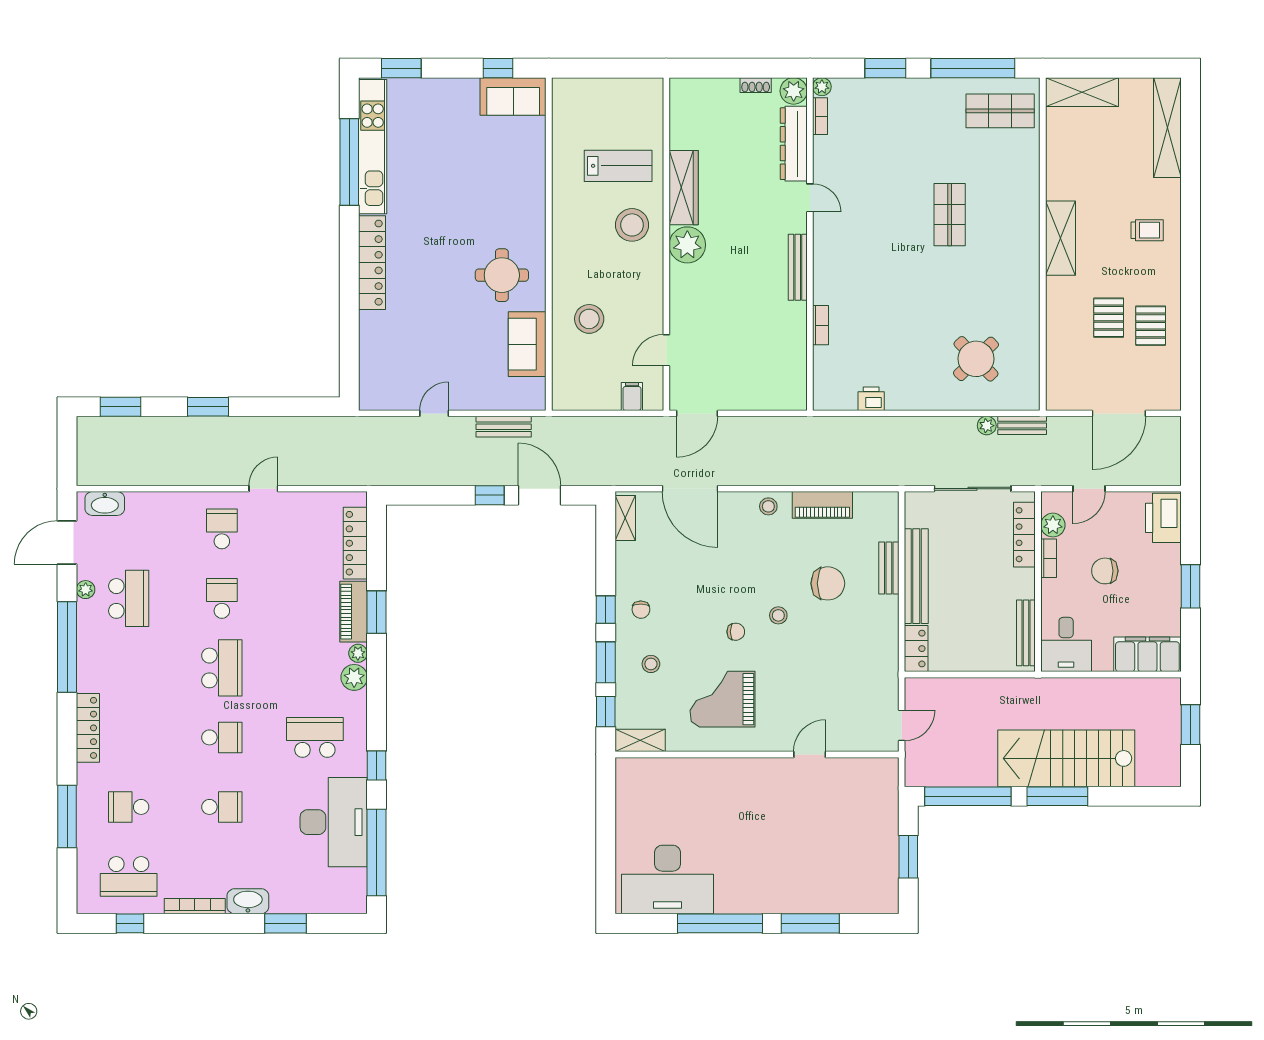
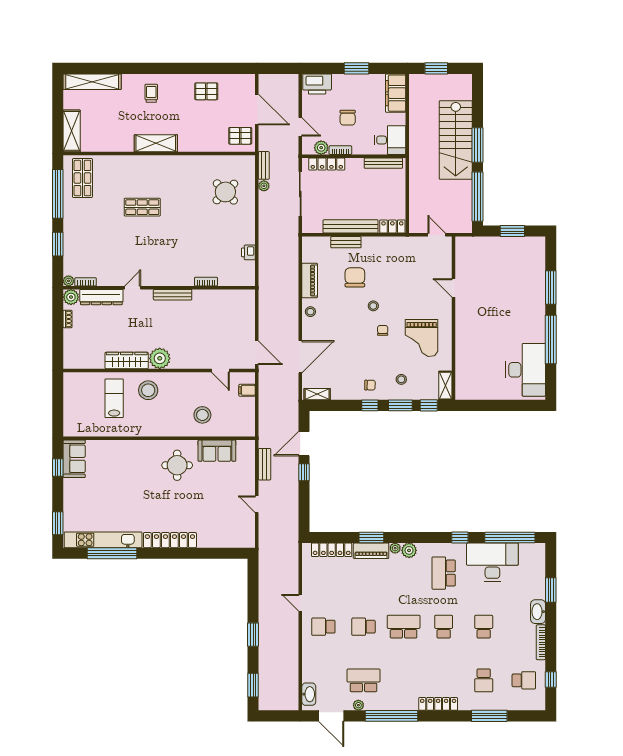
pallet: (1109, 318) -> (240, 136), moved
school desk: (129, 876) -> (524, 680), width x0.54

